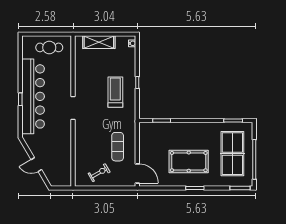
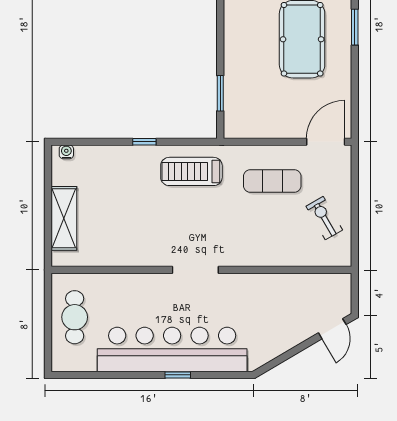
treadmill: (115, 92) -> (191, 171), moved
door: (36, 165) -> (332, 329), moved

